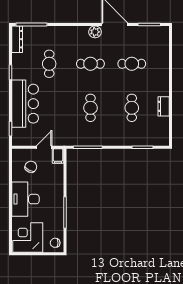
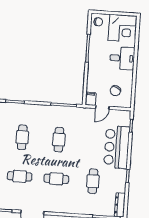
plant: (95, 32) -> (50, 207), removed
desk: (25, 199) -> (122, 58), width x0.73

